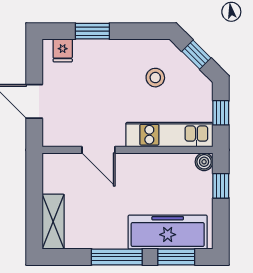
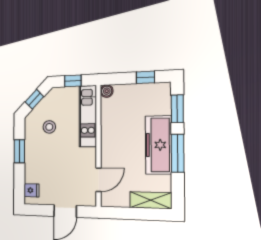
window: (92, 31) -> (19, 151), moved
door: (98, 150) -> (98, 180), moved
window: (221, 186) -> (145, 77), moved
freezer: (168, 232) -> (158, 145), moved

